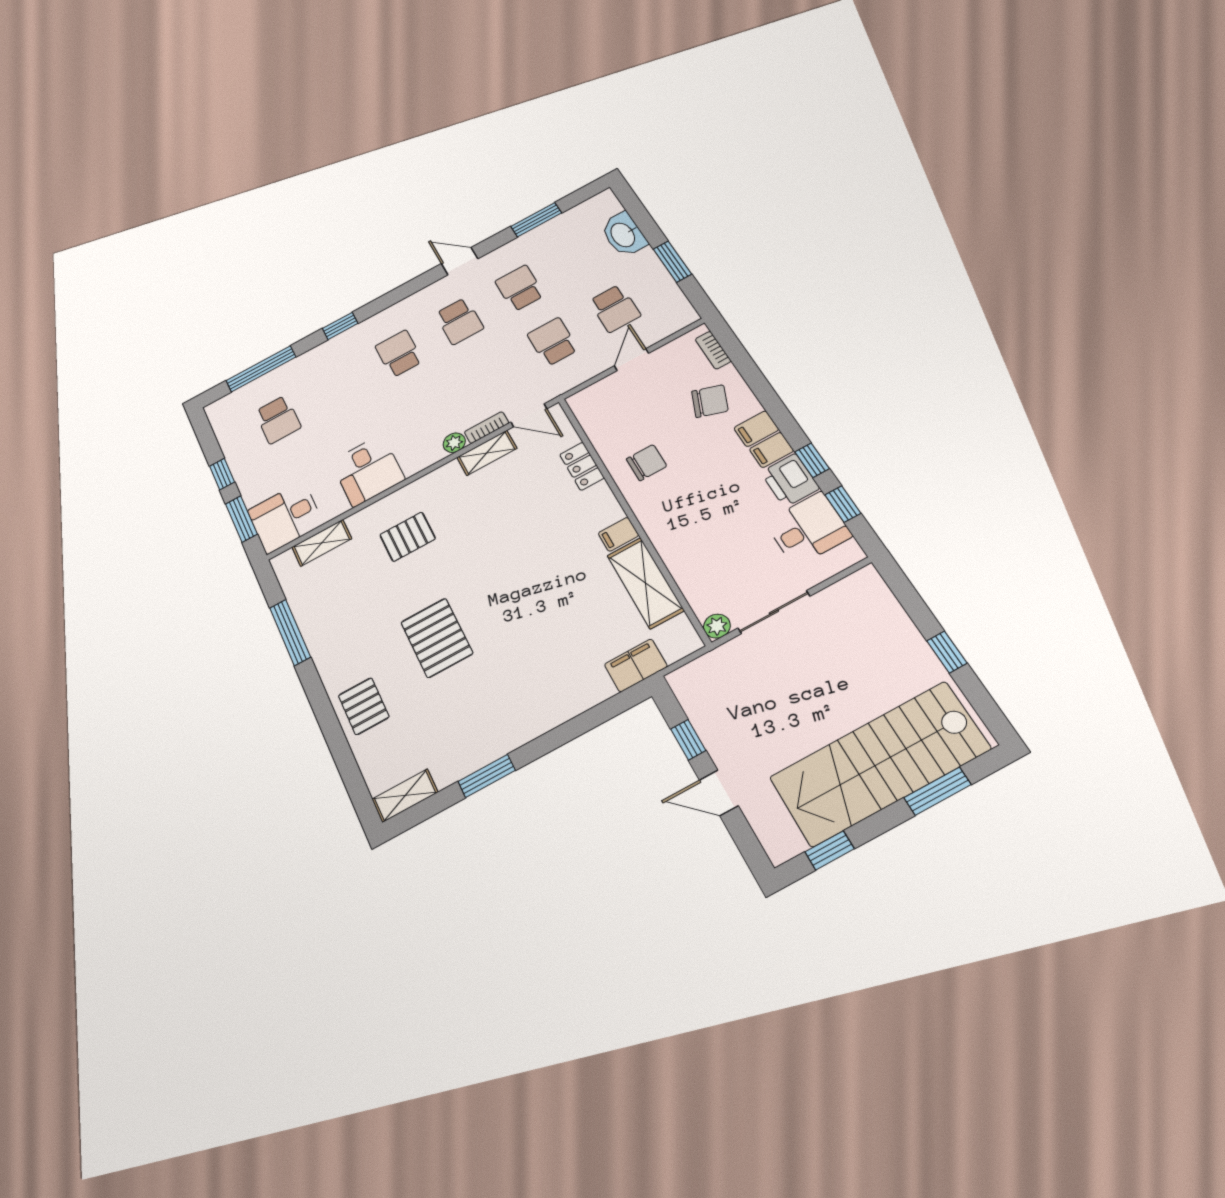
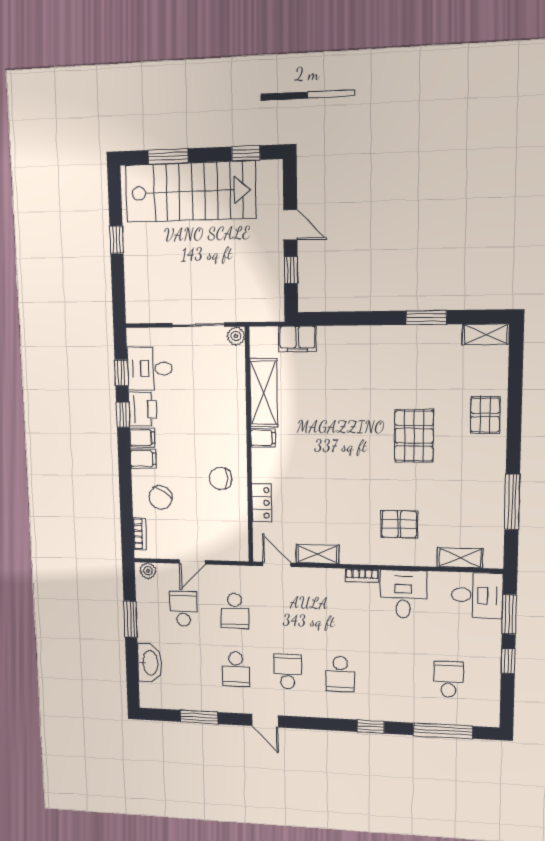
chair: (710, 401) -> (160, 498), turned -80
bookcase: (487, 428) -> (362, 575), moved
plant: (454, 443) -> (148, 571), moved

